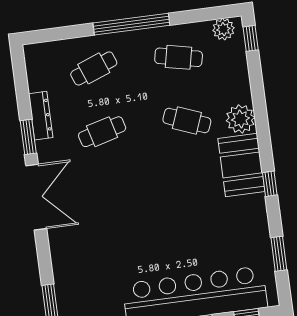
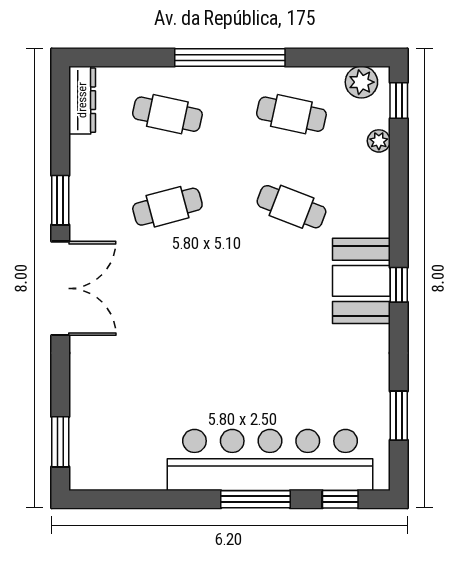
cafe table: (94, 68) -> (167, 114), turned 33
dresser: (41, 116) -> (82, 100), moved
plant: (240, 119) -> (379, 141), moved, width x0.53, depth x0.53
window: (270, 184) -> (399, 285), moved

